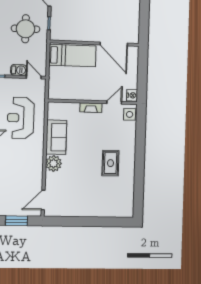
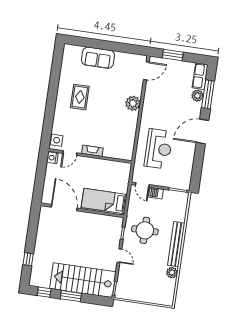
sofa: (56, 137) -> (98, 58), moved, turned -90

